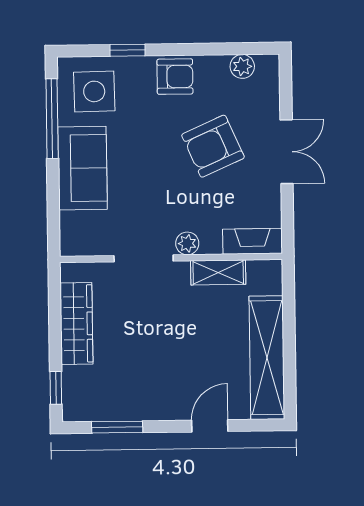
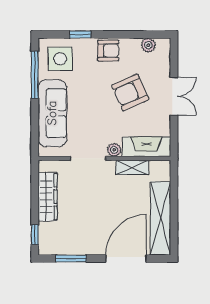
sofa: (82, 168) -> (52, 113), width x1.36
fireplace: (252, 241) -> (146, 147), width x1.37, depth x1.32
door: (210, 426) -> (126, 259), width x1.87

